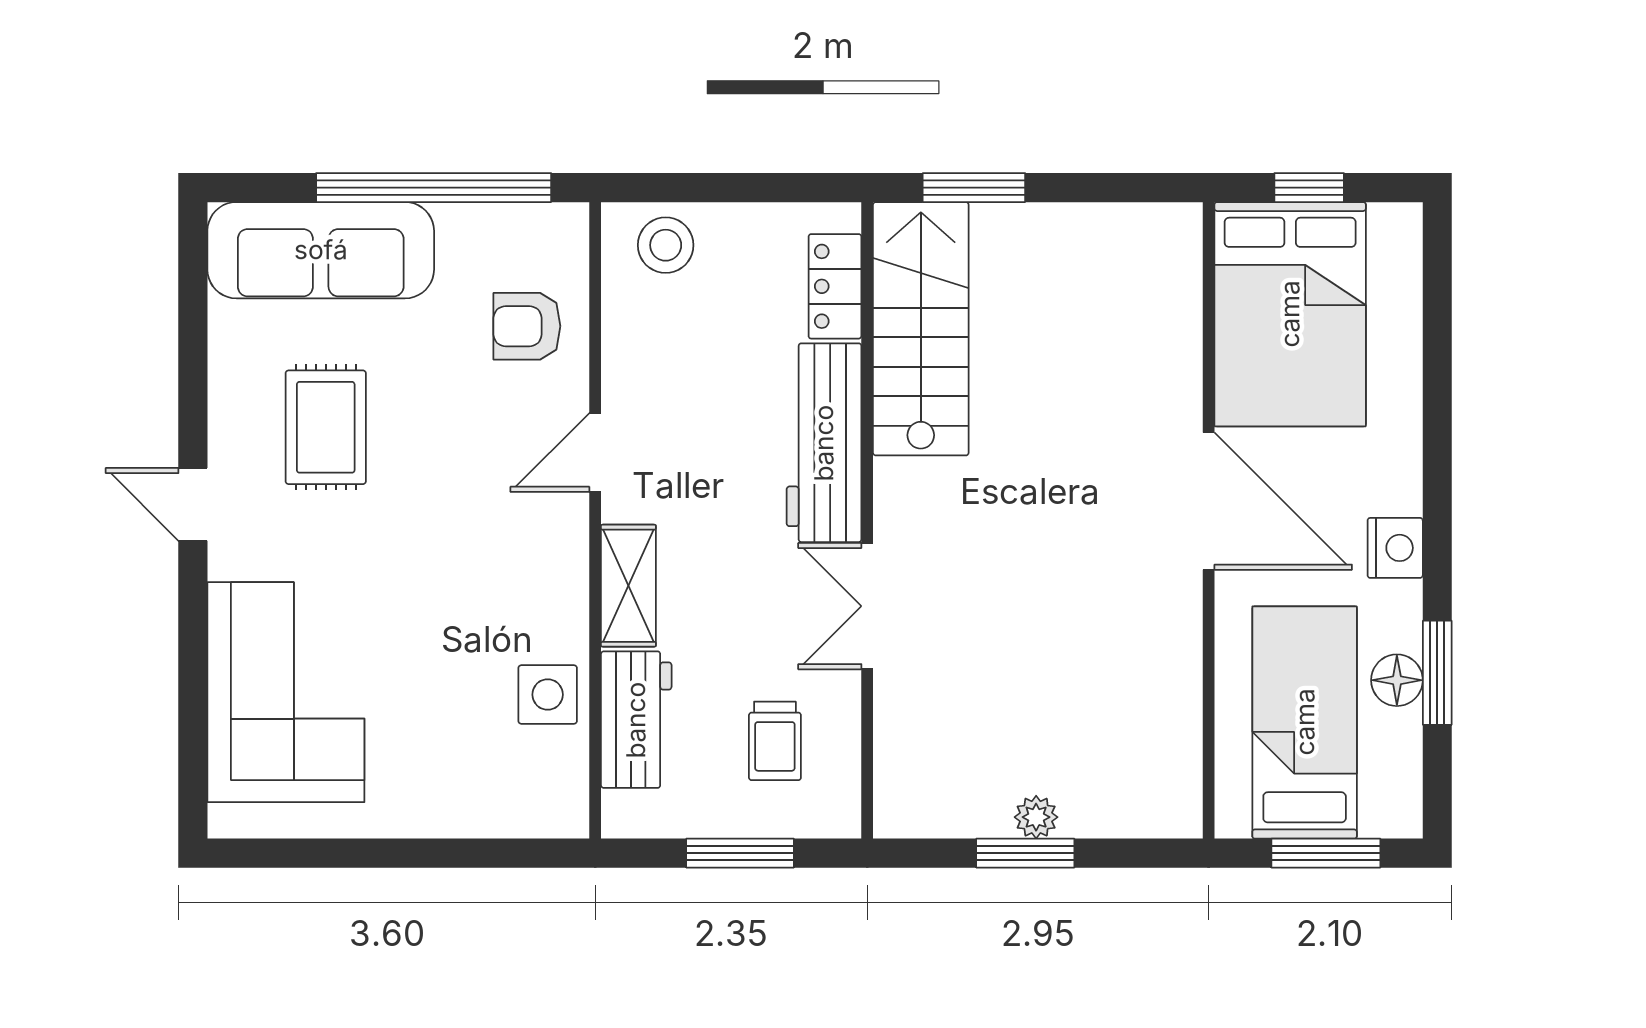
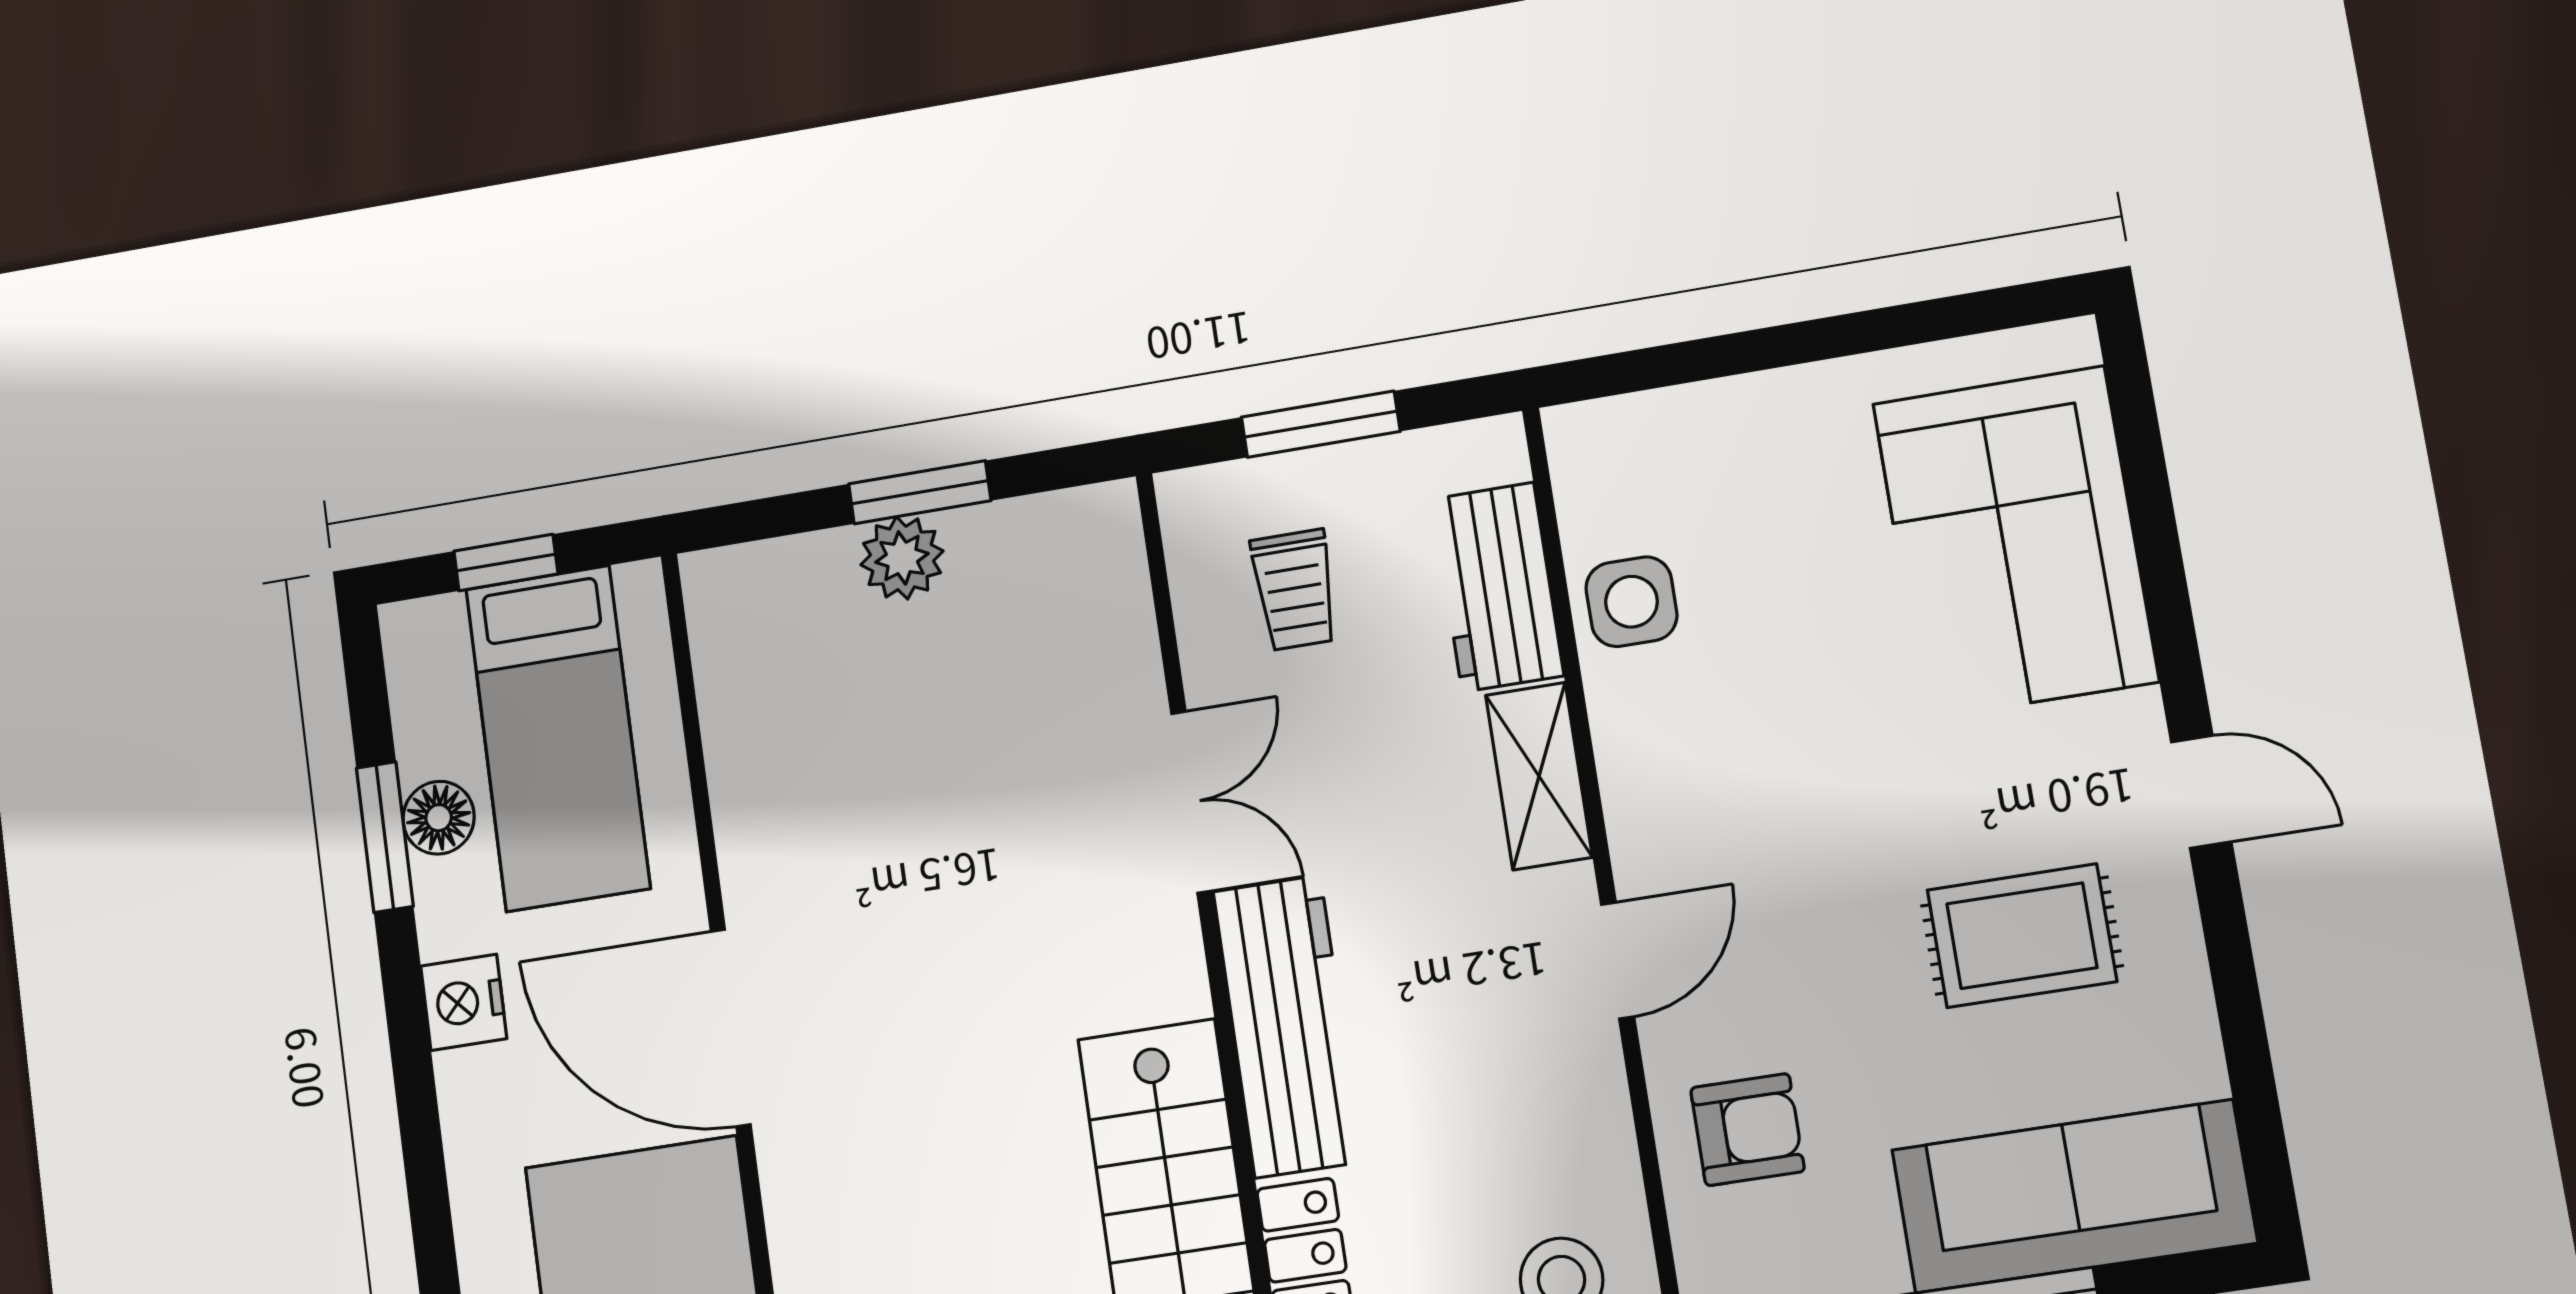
rug: (326, 427) -> (2022, 936), turned 90
trolley: (775, 741) -> (1295, 590), turned 180
plant: (1036, 817) -> (902, 558), width x1.38, depth x1.38
window: (1326, 853) -> (506, 563), width x0.67

